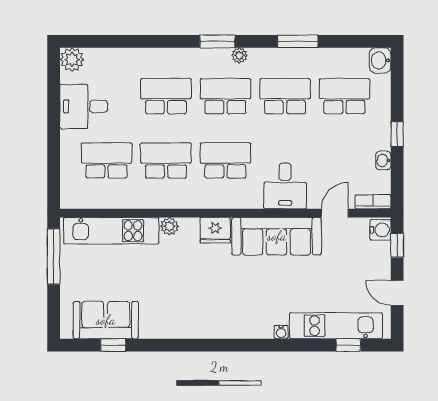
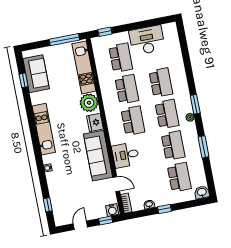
plant: (72, 60) -> (171, 29), removed
desk: (84, 106) -> (147, 40), width x1.37
window: (54, 180) -> (105, 32), added
plant: (169, 226) -> (89, 103), width x1.87, depth x1.87
kitchen unit: (336, 326) -> (44, 129), moved

